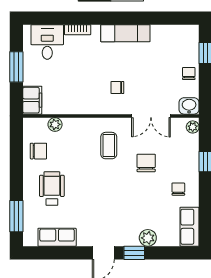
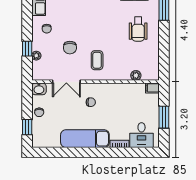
exam couch: (125, 33) -> (85, 139), width x1.36, depth x1.45
filing cabinet: (32, 100) -> (152, 88), width x0.50
double door: (151, 116) -> (66, 82), swing flipped
plant: (193, 127) -> (36, 56), moved
chair: (38, 151) -> (148, 56), removed

